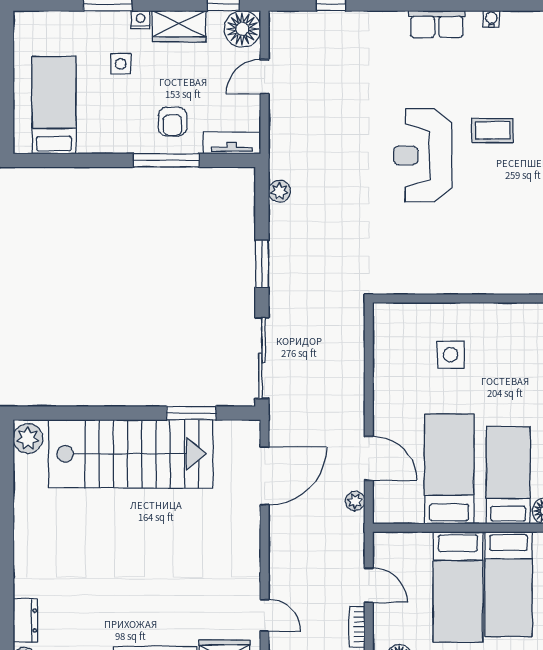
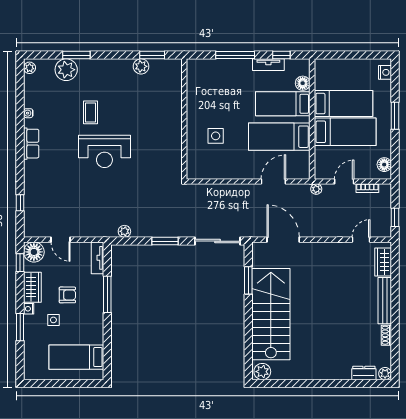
armchair: (173, 122) -> (67, 295), moved
plant: (355, 501) -> (316, 189), moved

